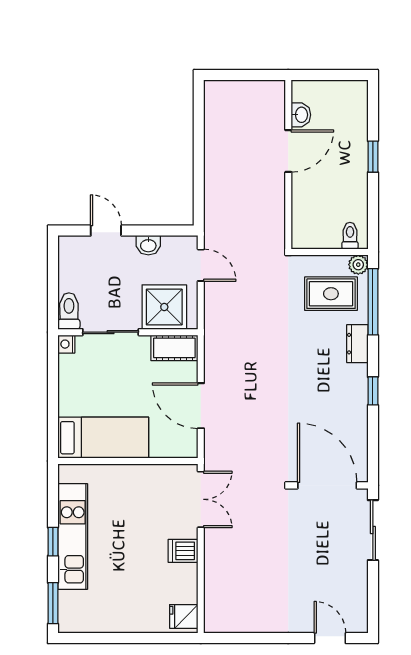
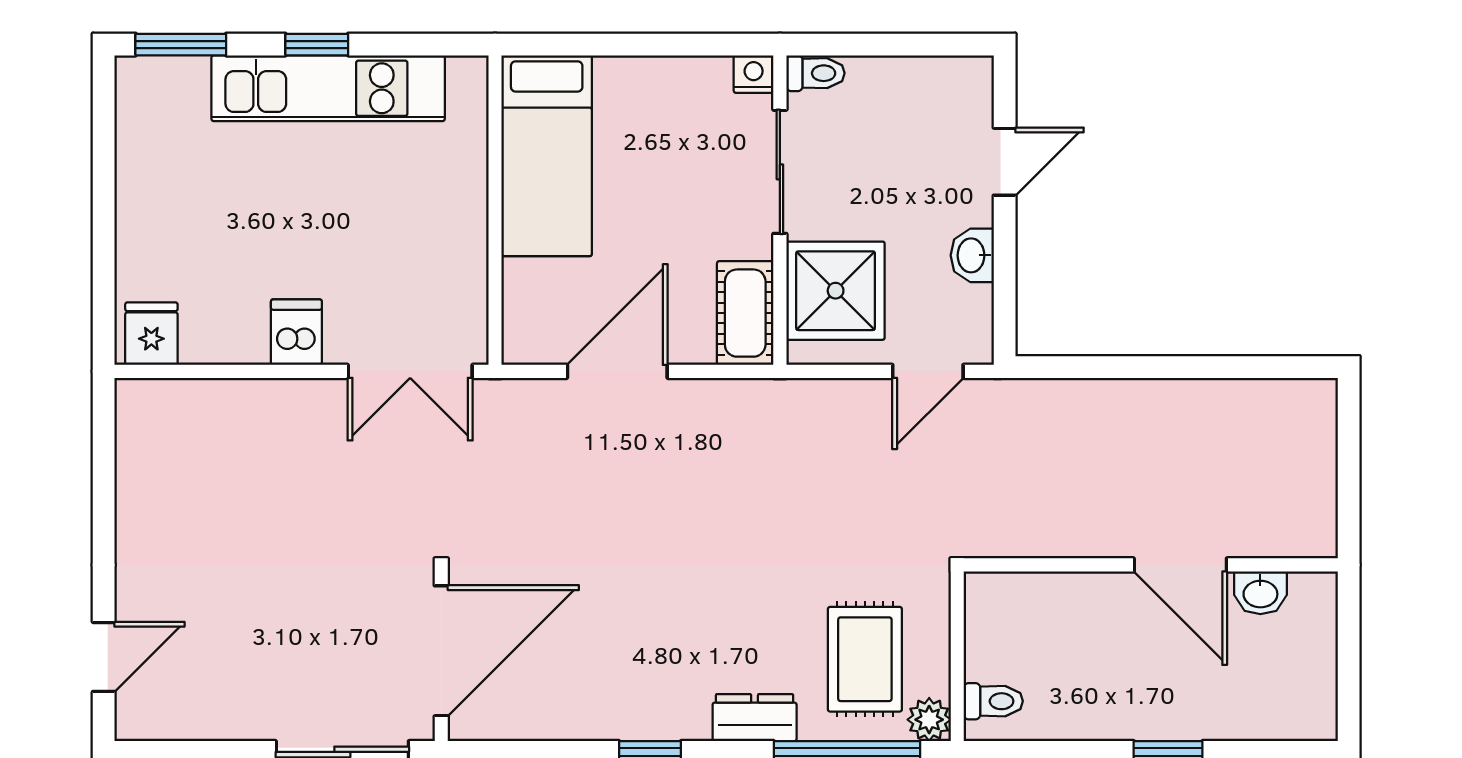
toilet: (69, 311) -> (815, 73), width x0.73, depth x0.72

